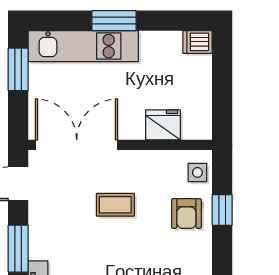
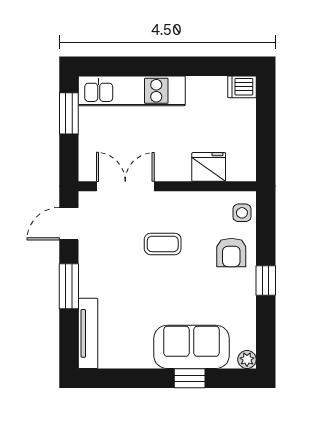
window: (114, 21) -> (161, 66), removed
double door: (77, 145) -> (125, 186), width x0.73
window: (222, 210) -> (266, 281), moved

